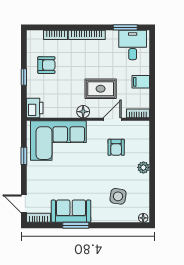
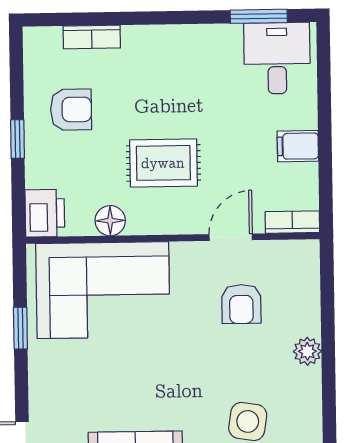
bookcase: (87, 35) -> (167, 36), removed
rug: (101, 89) -> (163, 163), moved
floor lamp: (83, 112) -> (110, 221), moved

